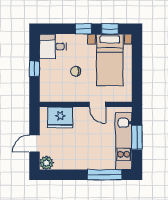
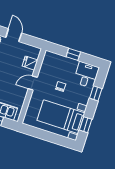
window: (83, 29) -> (96, 93), moved
door: (97, 104) -> (33, 83), moved
fridge: (60, 117) -> (30, 63), width x0.53, depth x0.75

